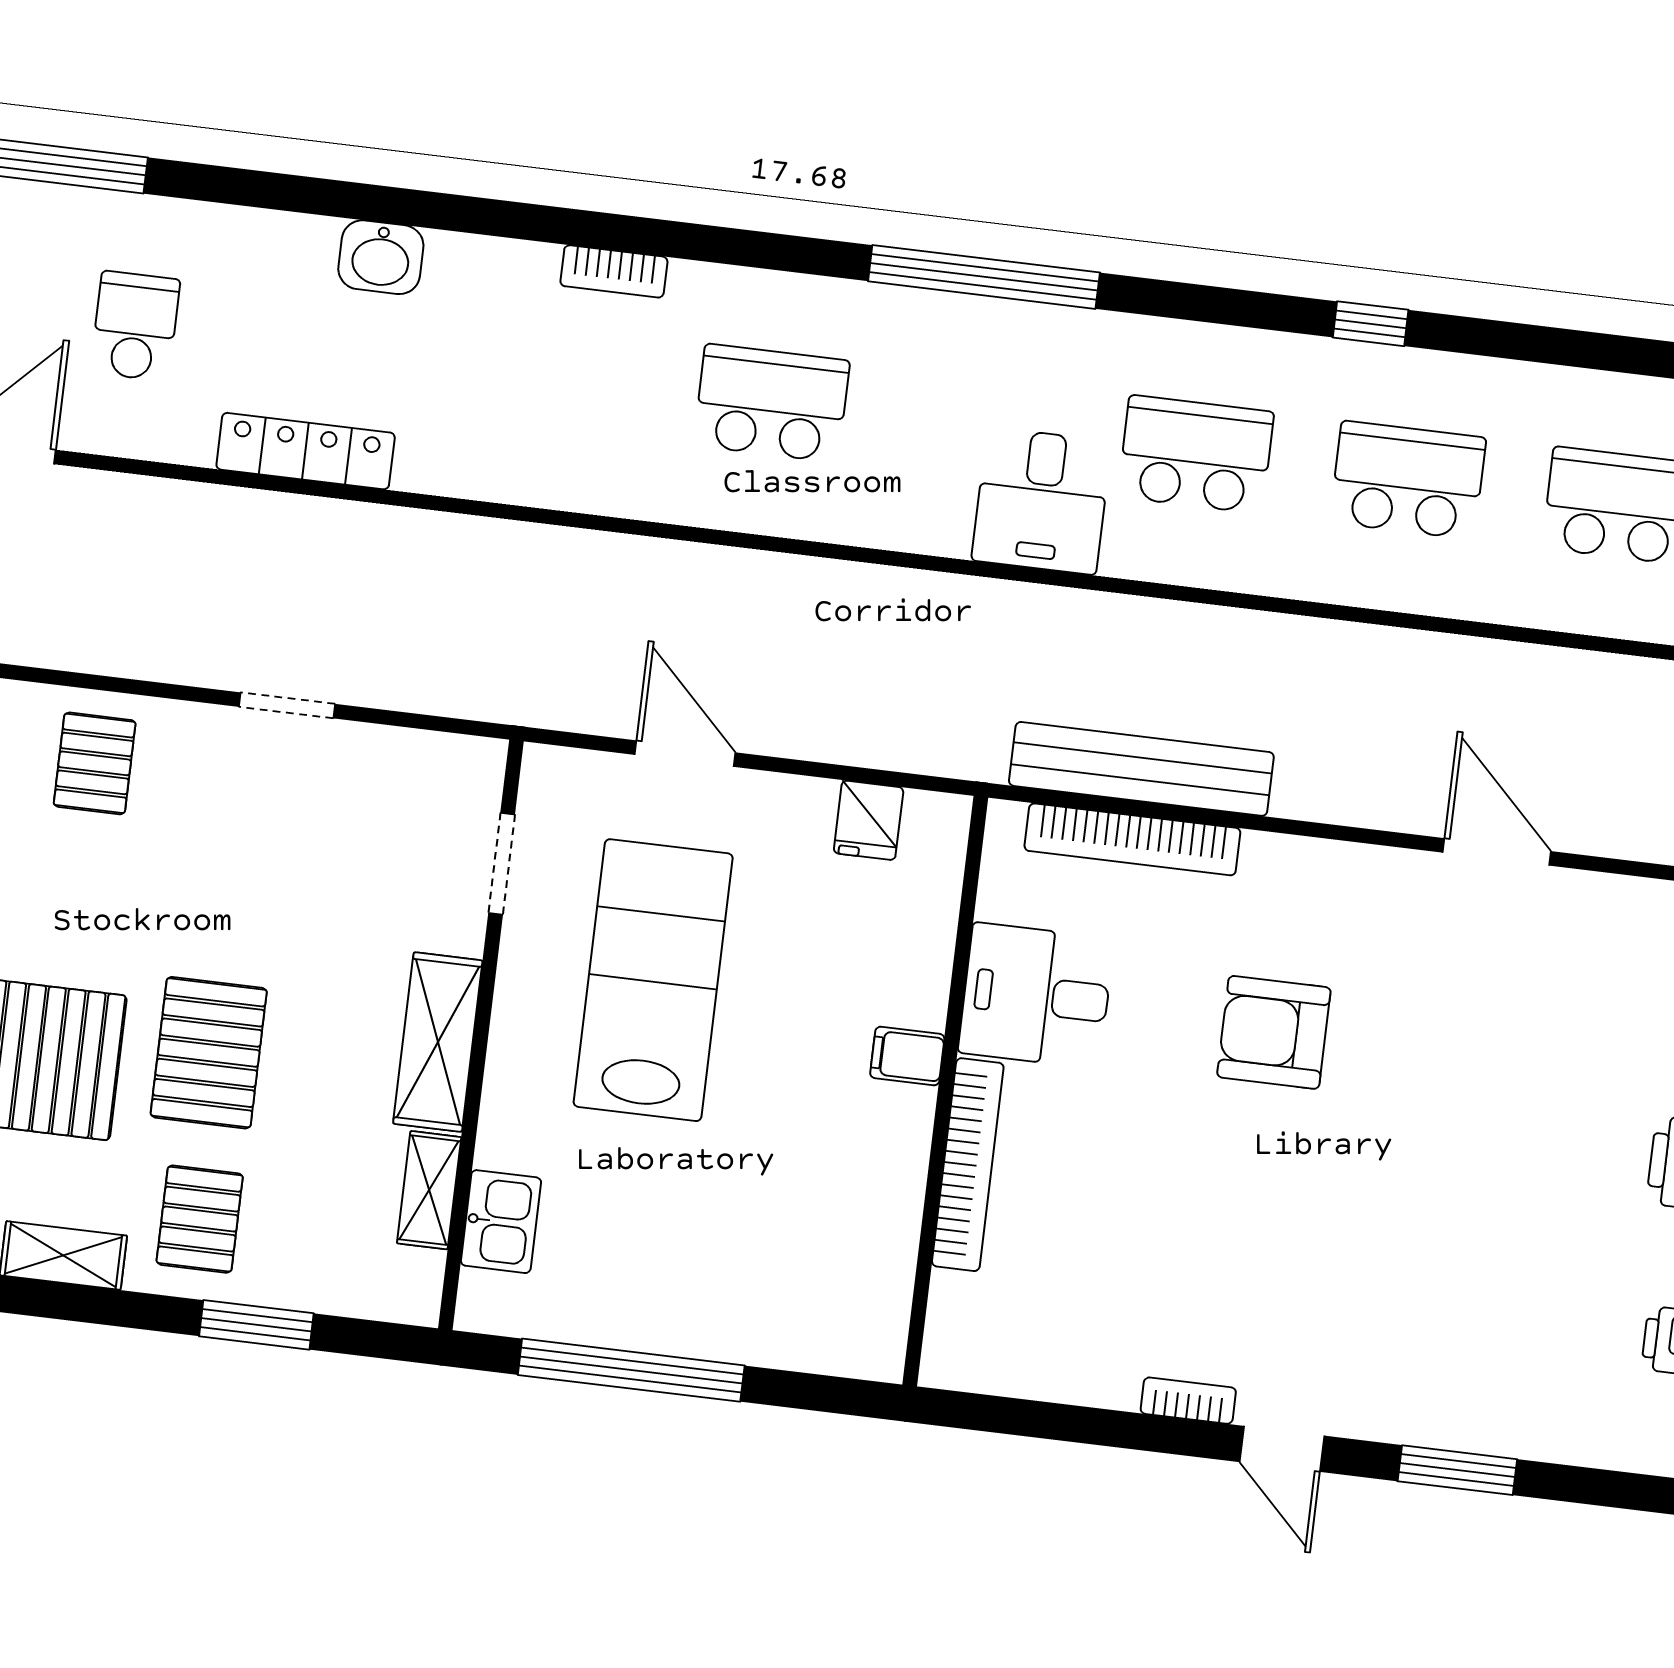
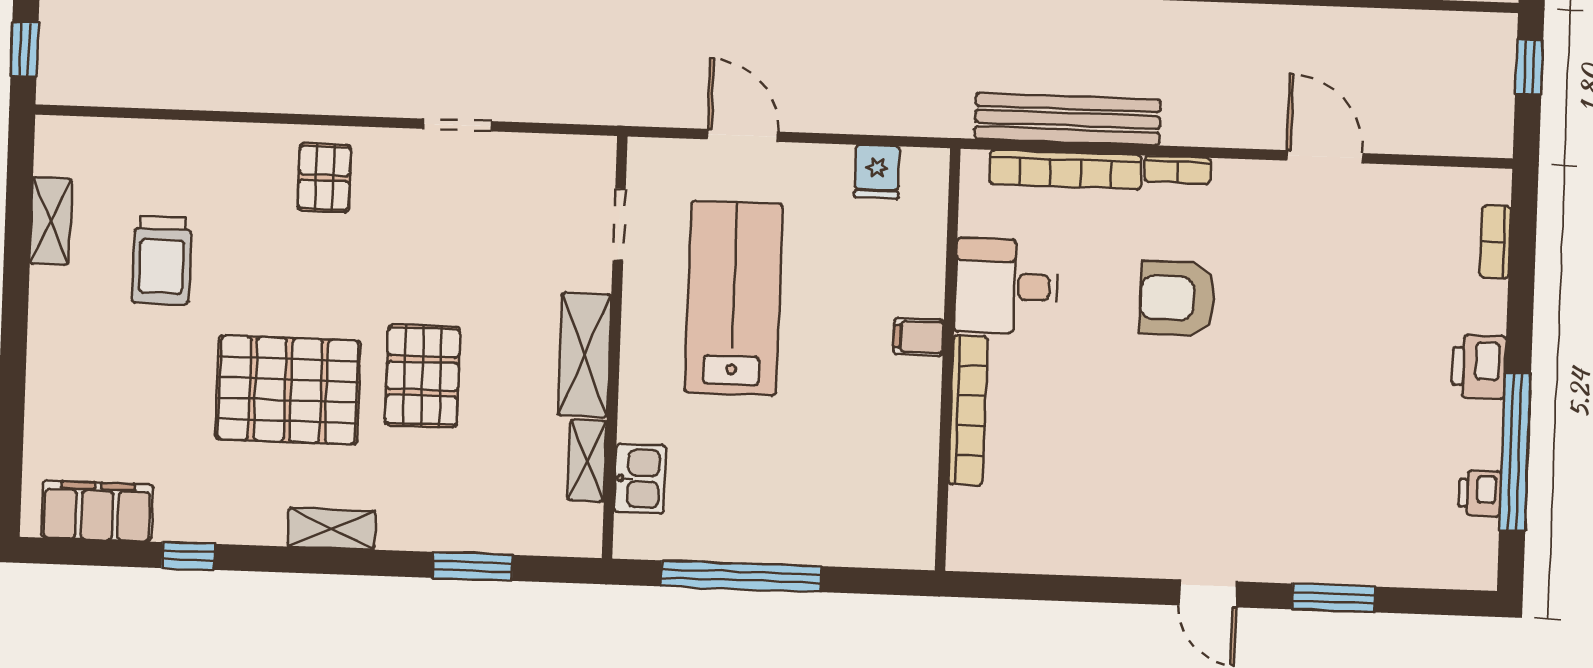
pallet: (200, 1219) -> (426, 495), removed
bookcase: (1188, 1401) -> (1178, 170), moved, turned 180

